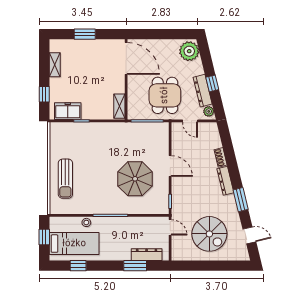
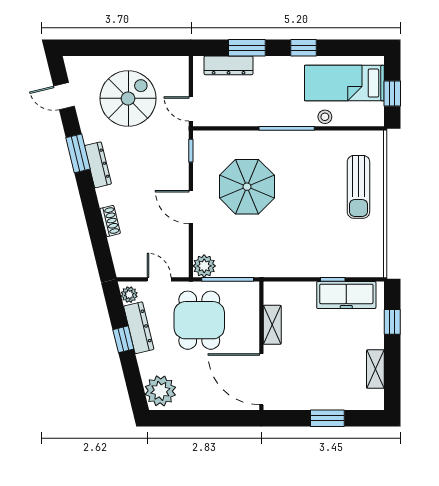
shelving: (119, 106) -> (272, 325), moved
freezer: (68, 111) -> (346, 295), width x1.40
plant: (162, 129) -> (204, 266), added
sun lounger: (65, 179) -> (358, 187), turned 180
dresser: (225, 181) -> (98, 165), moved
spiral stairs: (209, 234) -> (128, 98), turned 90
window: (78, 266) -> (303, 48), moved

